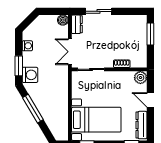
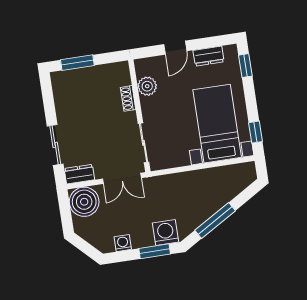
boiler: (63, 20) -> (84, 202), width x1.86, depth x1.86
plant: (140, 78) -> (147, 86), moved
dresser: (141, 125) -> (208, 56), width x0.70

